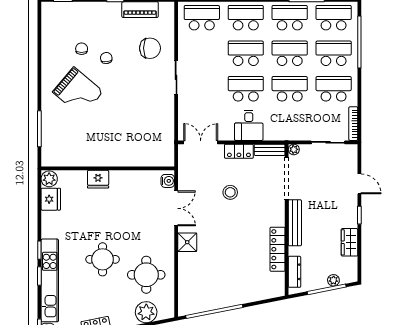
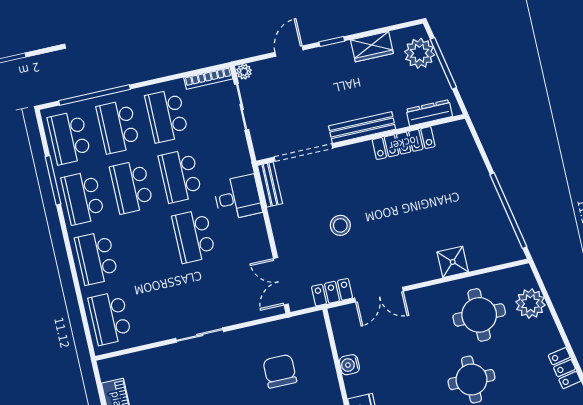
chair: (150, 48) -> (280, 371), moved
school desk: (246, 53) -> (145, 247), removed
desk: (249, 125) -> (238, 198), moved
plant: (294, 149) -> (244, 72), moved
locker: (239, 151) -> (332, 292), moved, turned -90
water cooler: (168, 181) -> (349, 365), moved, turned -90
double door: (176, 208) -> (379, 295), swing flipped
shower: (187, 242) -> (453, 262), moved
plant: (333, 280) -> (419, 53), width x1.88, depth x1.88

